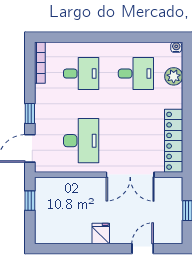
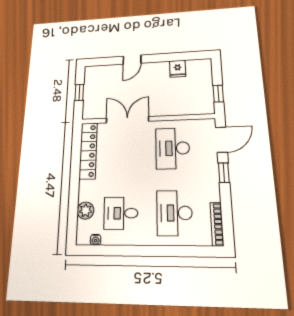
water cooler: (176, 47) -> (96, 240), moved
desk: (81, 74) -> (174, 213), width x1.37
fridge: (101, 234) -> (178, 69), moved
door: (143, 249) -> (132, 60), moved

